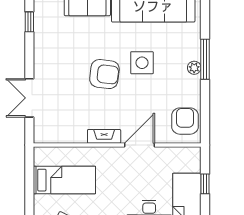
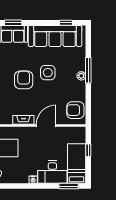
armchair: (104, 74) -> (24, 80), turned -97
armchair: (185, 121) -> (75, 110), turned -90

